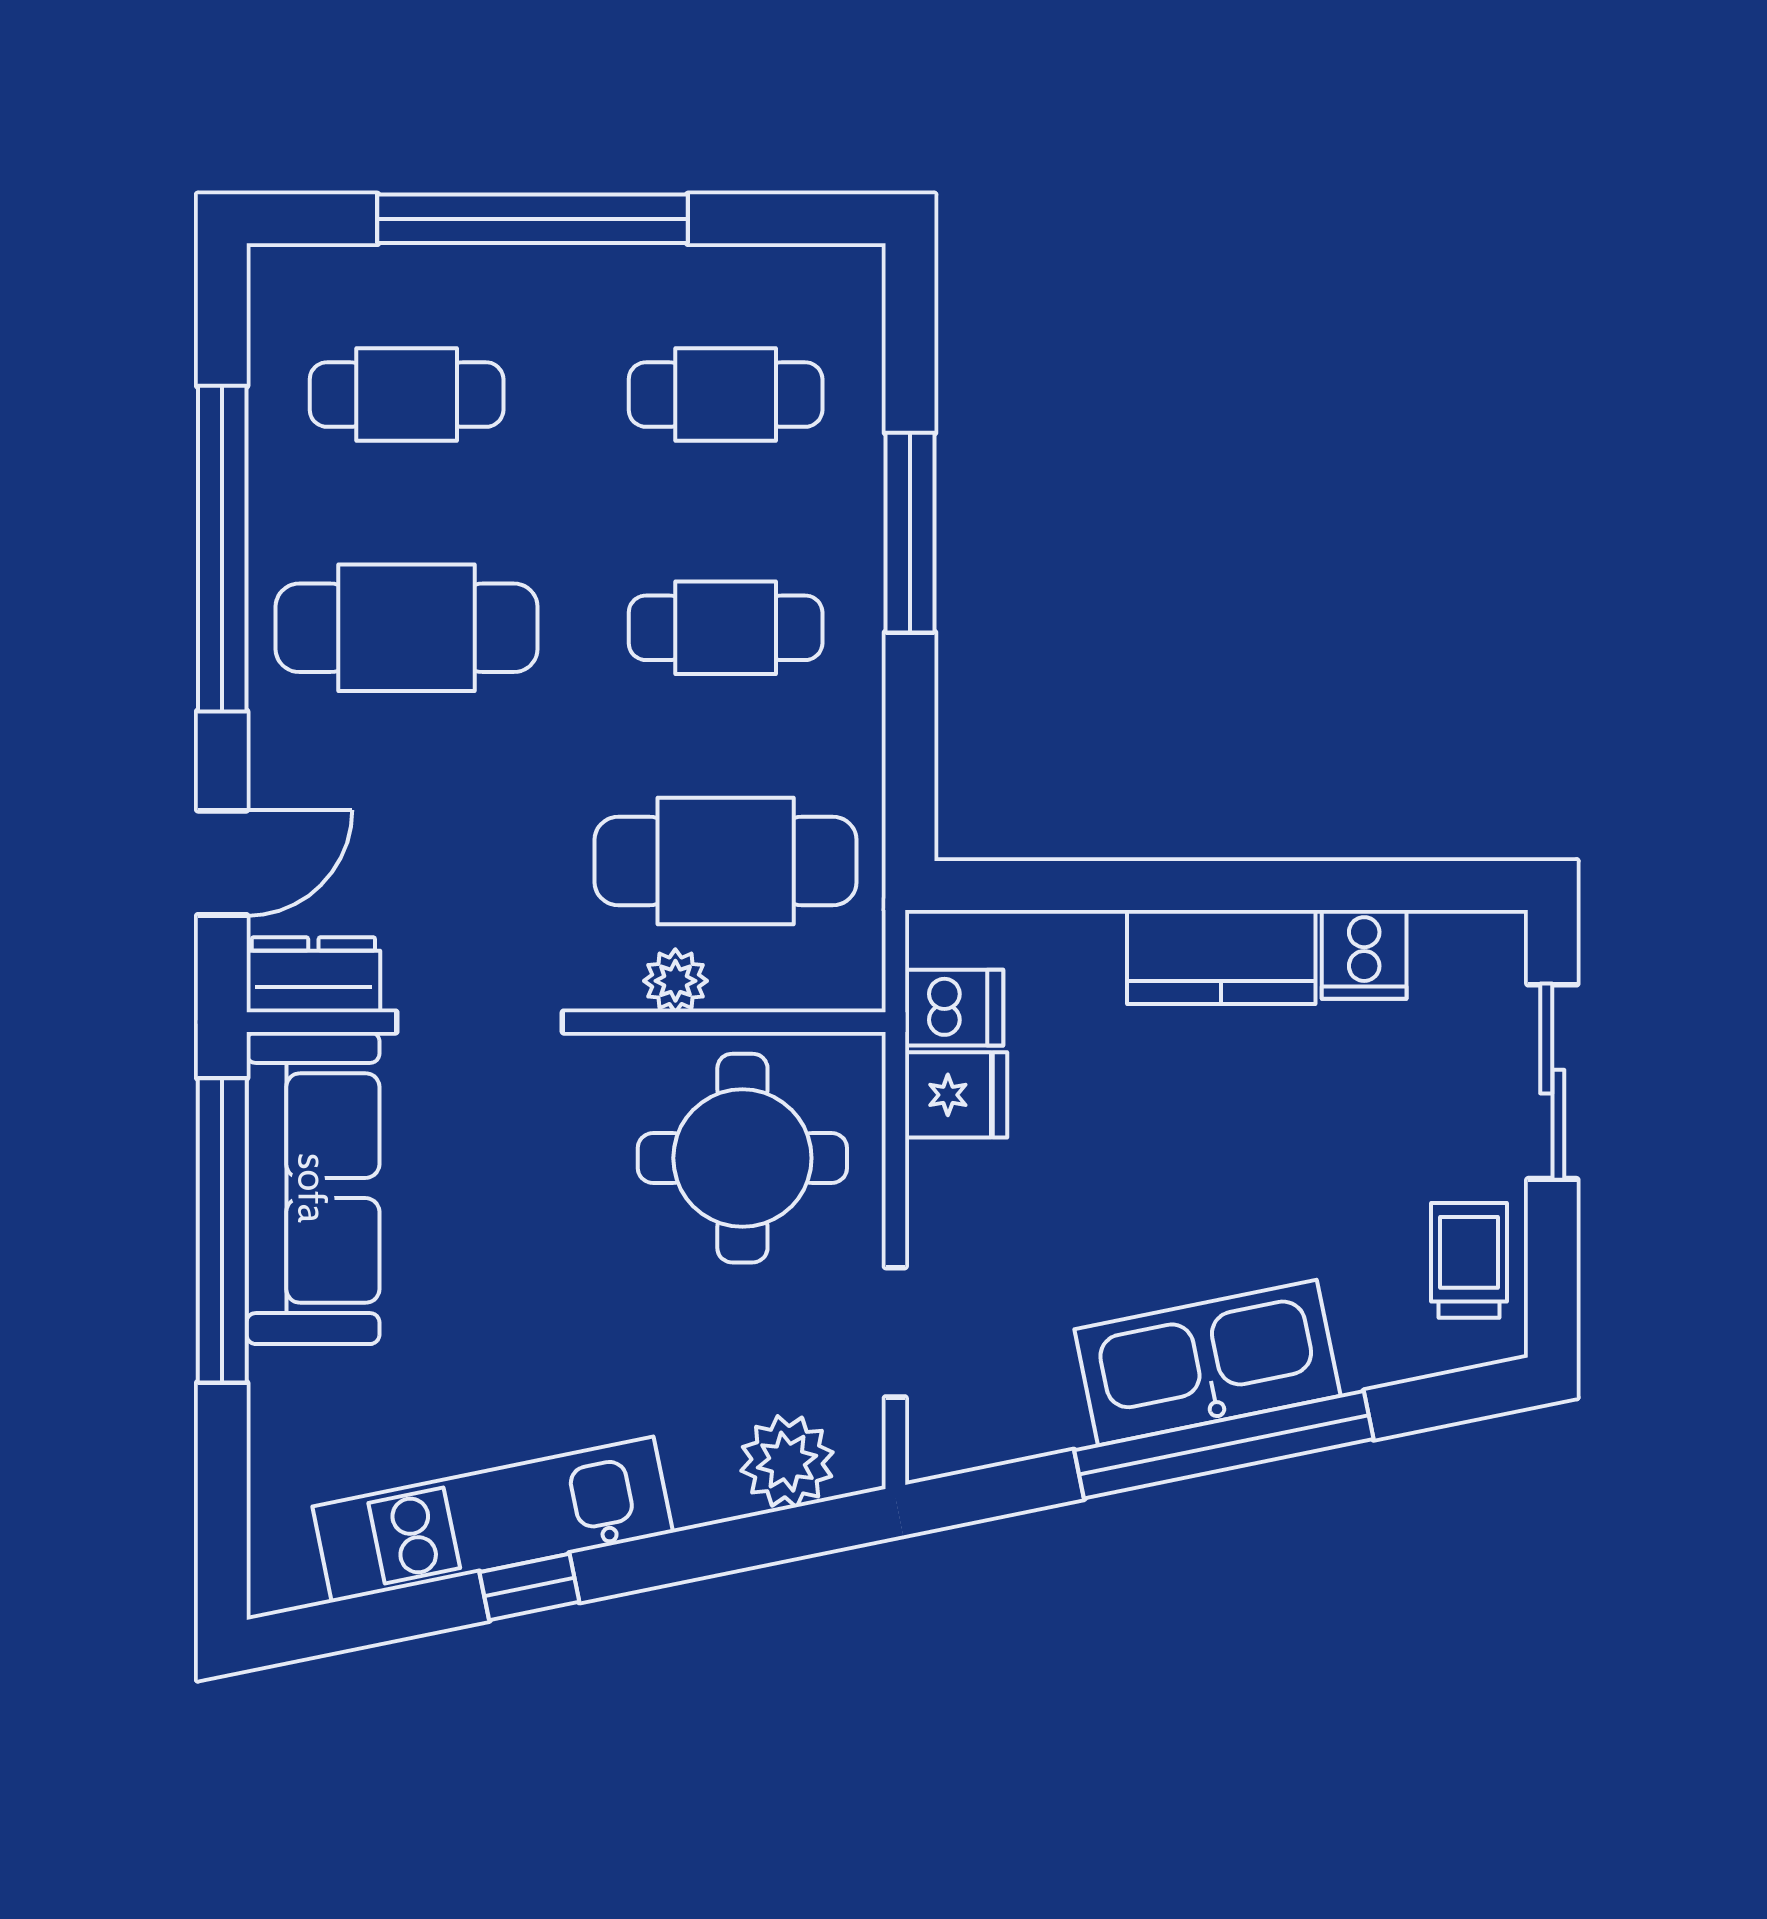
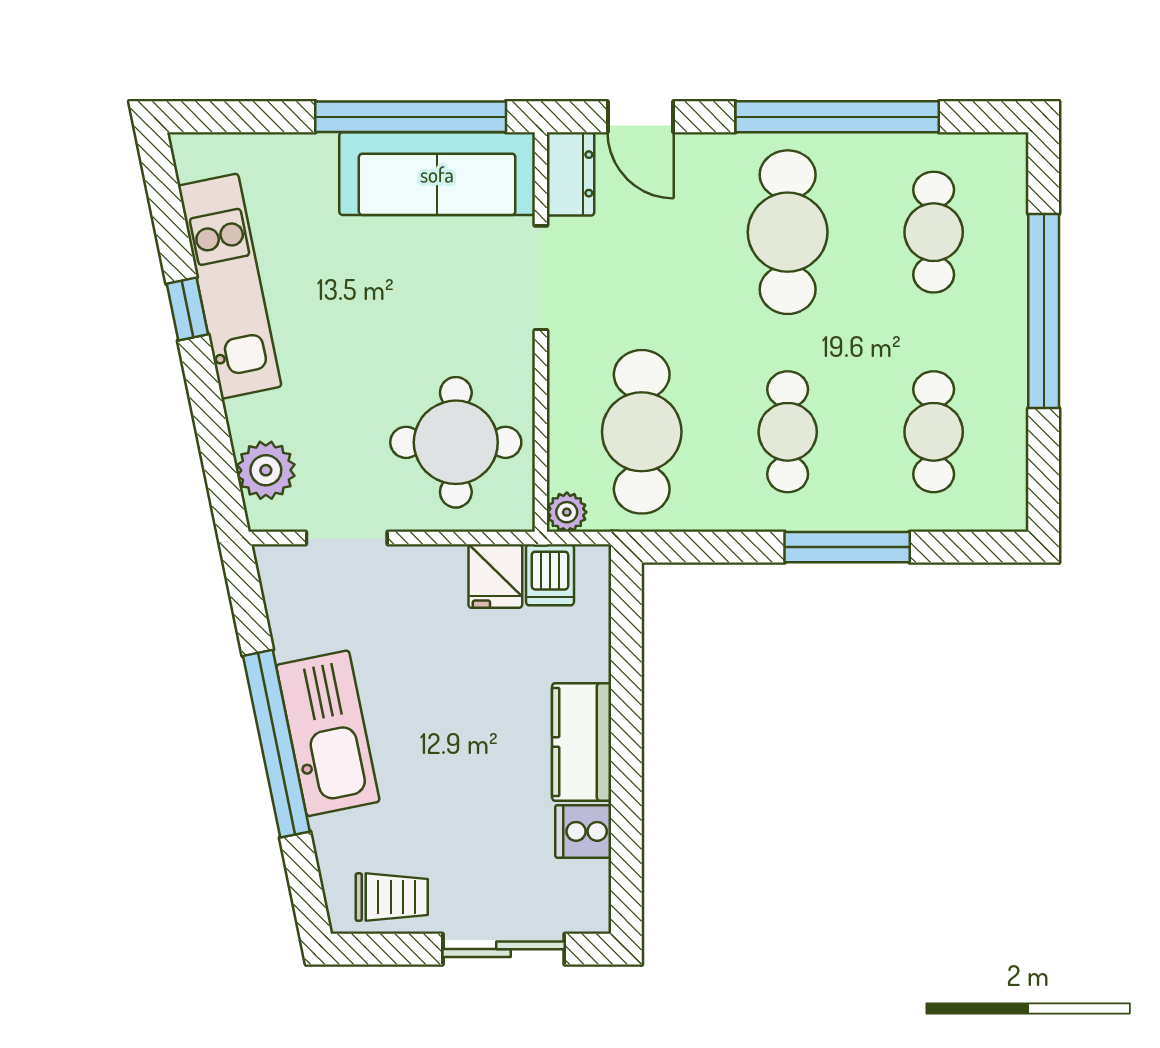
plant: (675, 981) -> (567, 512), moved

